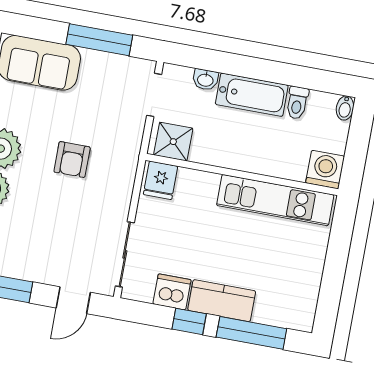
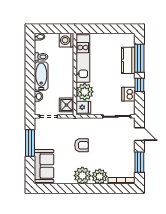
plant: (196, 190) -> (85, 92), added
kitchen counter: (222, 301) -> (128, 60), moved

